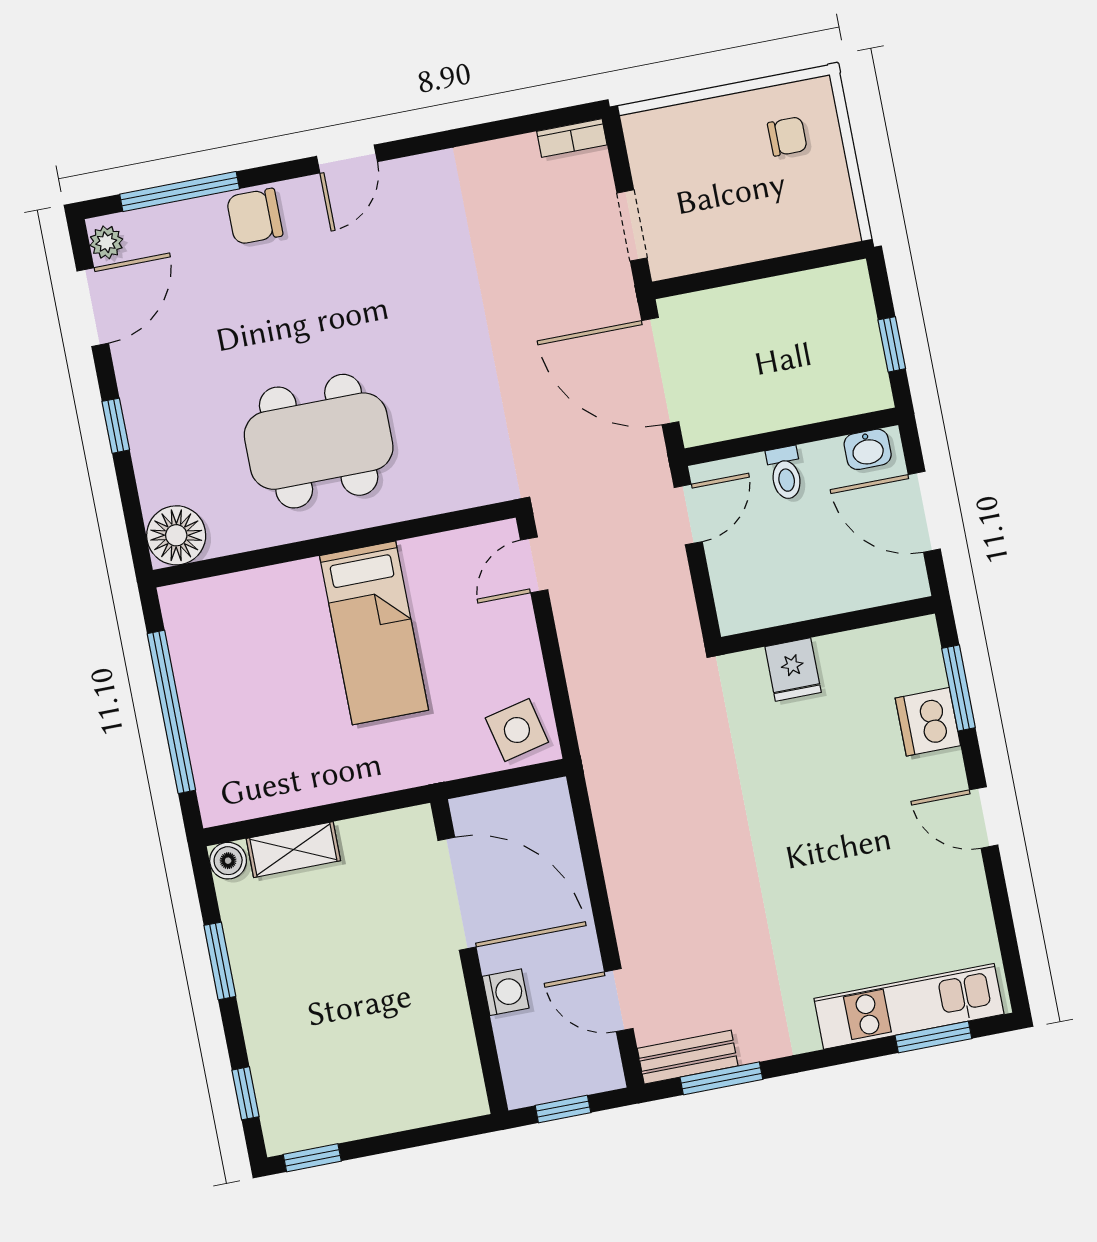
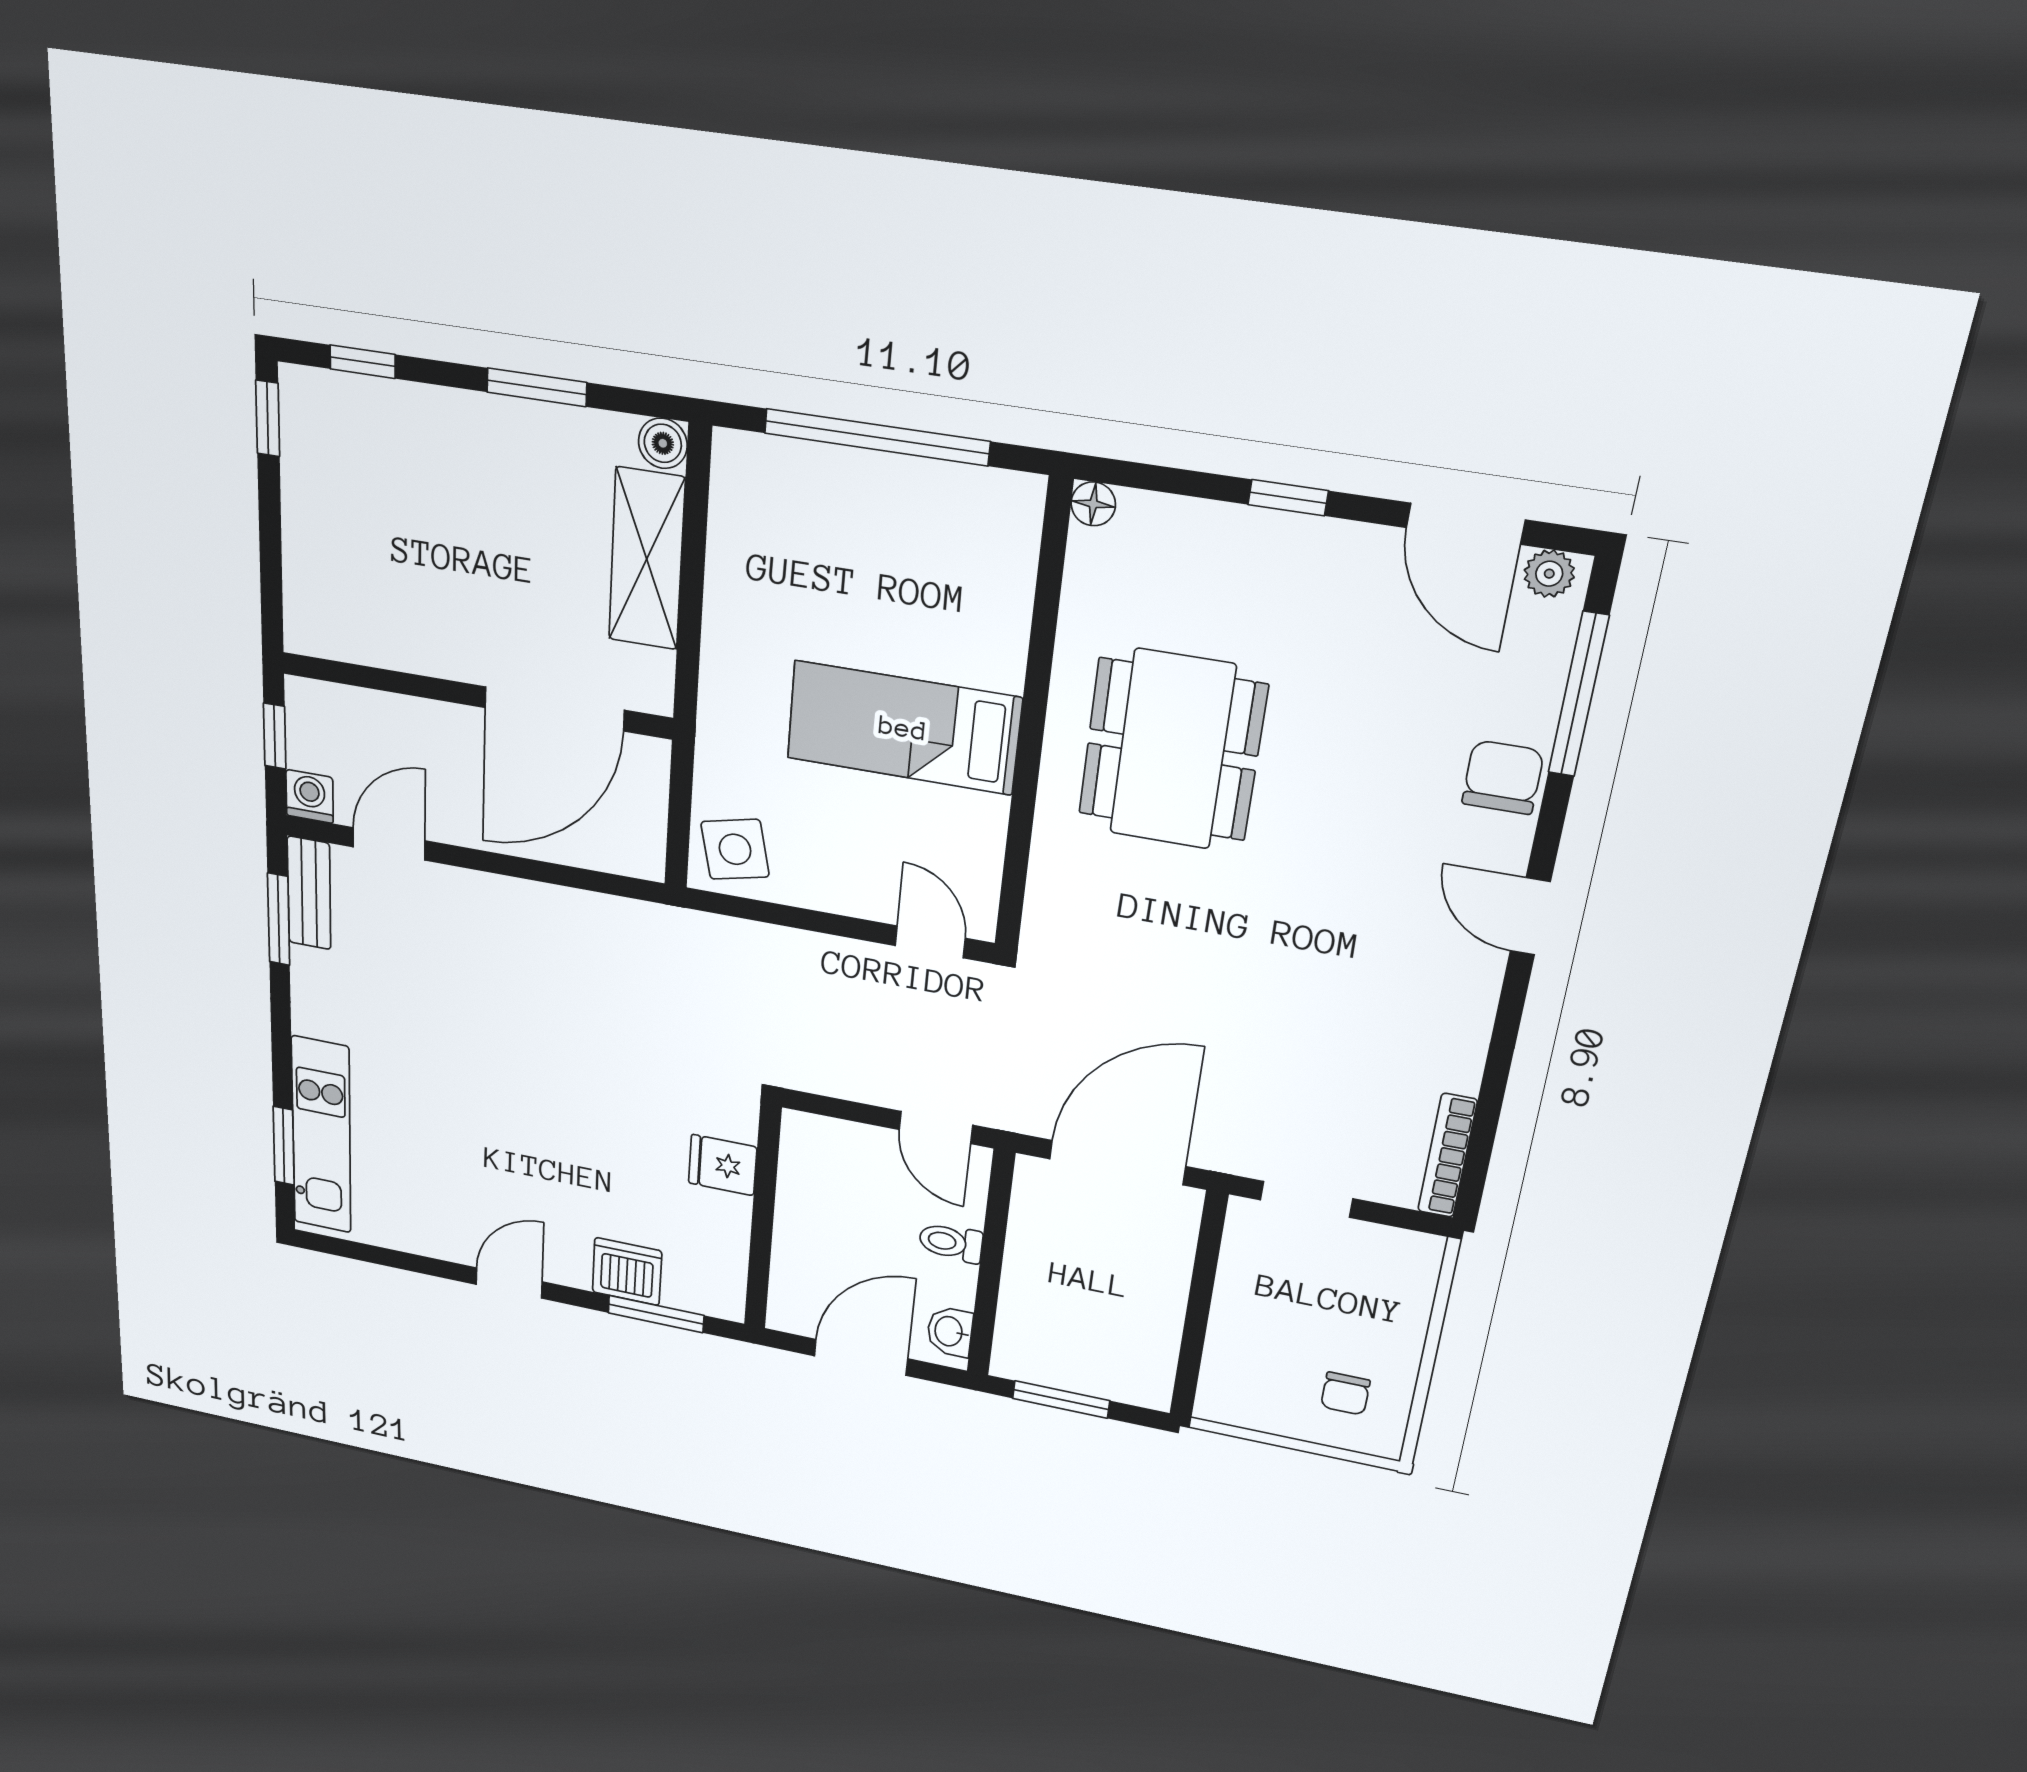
bookcase: (572, 138) -> (1447, 1156), width x1.56
window: (892, 344) -> (1061, 1400), width x1.50
floor lamp: (176, 535) -> (1093, 504), width x0.53, depth x0.53
shelving: (293, 850) -> (647, 559), width x1.50, depth x1.33
washing machine: (506, 992) -> (310, 796), moved, turned 180

